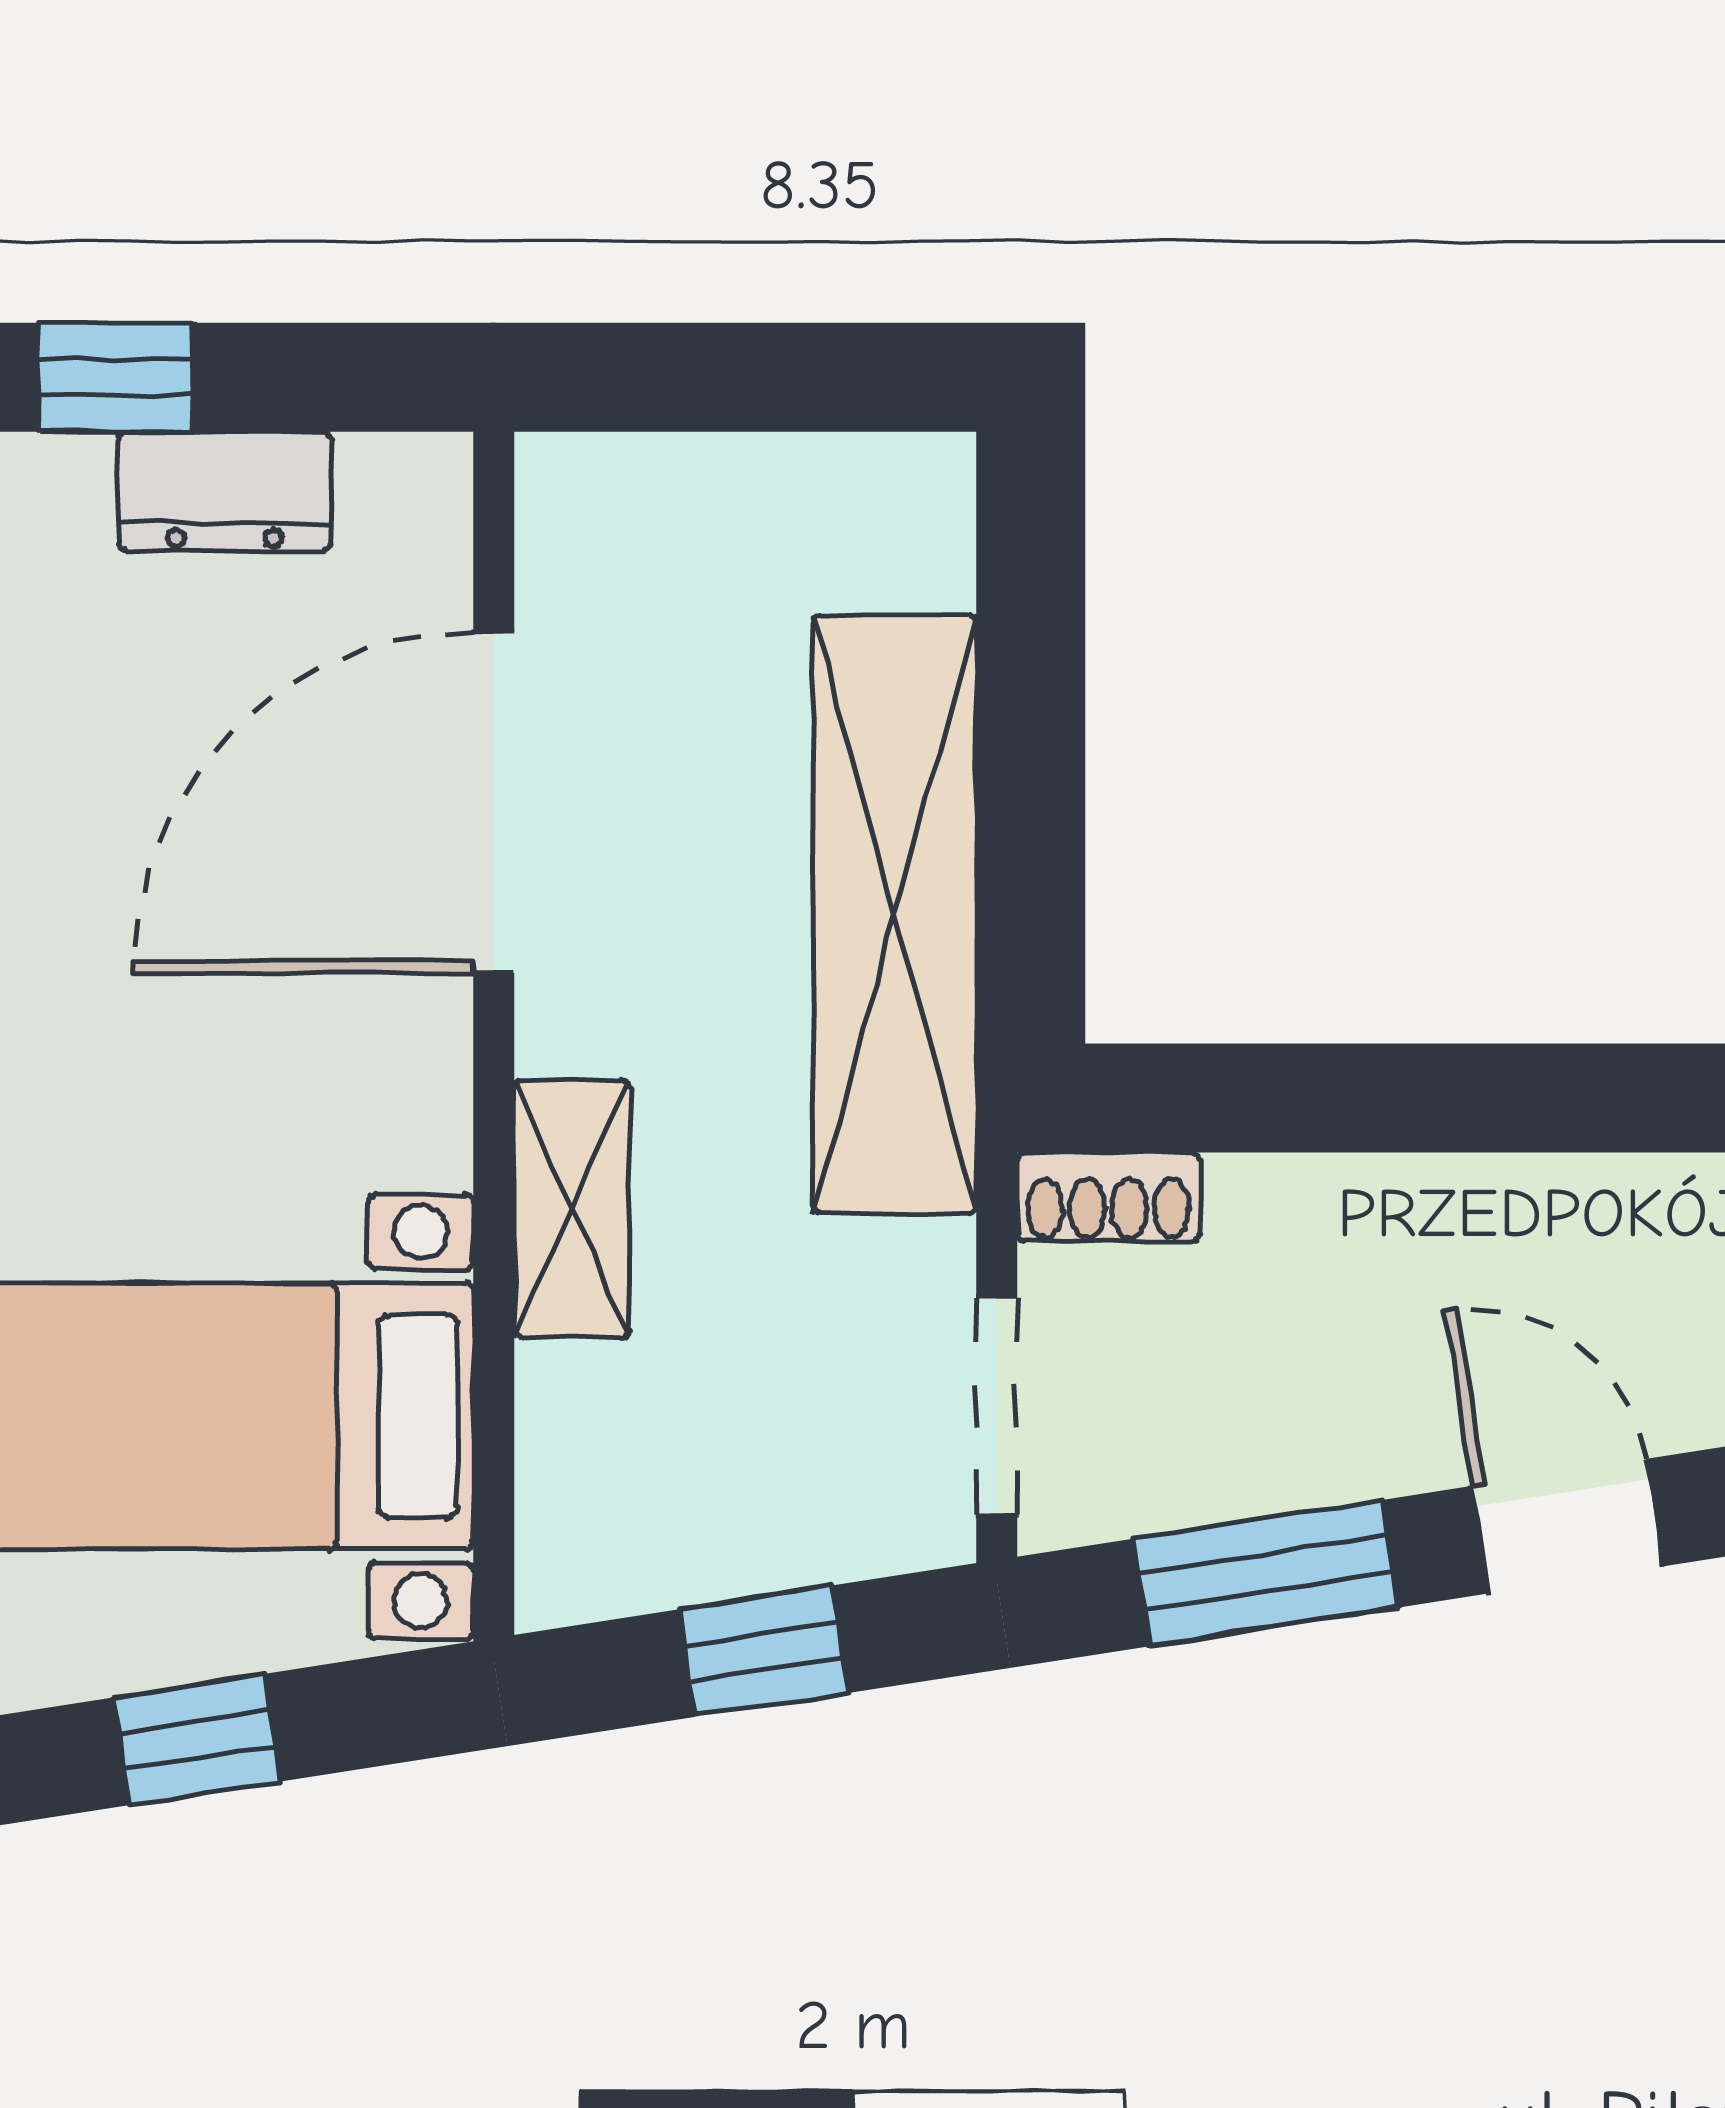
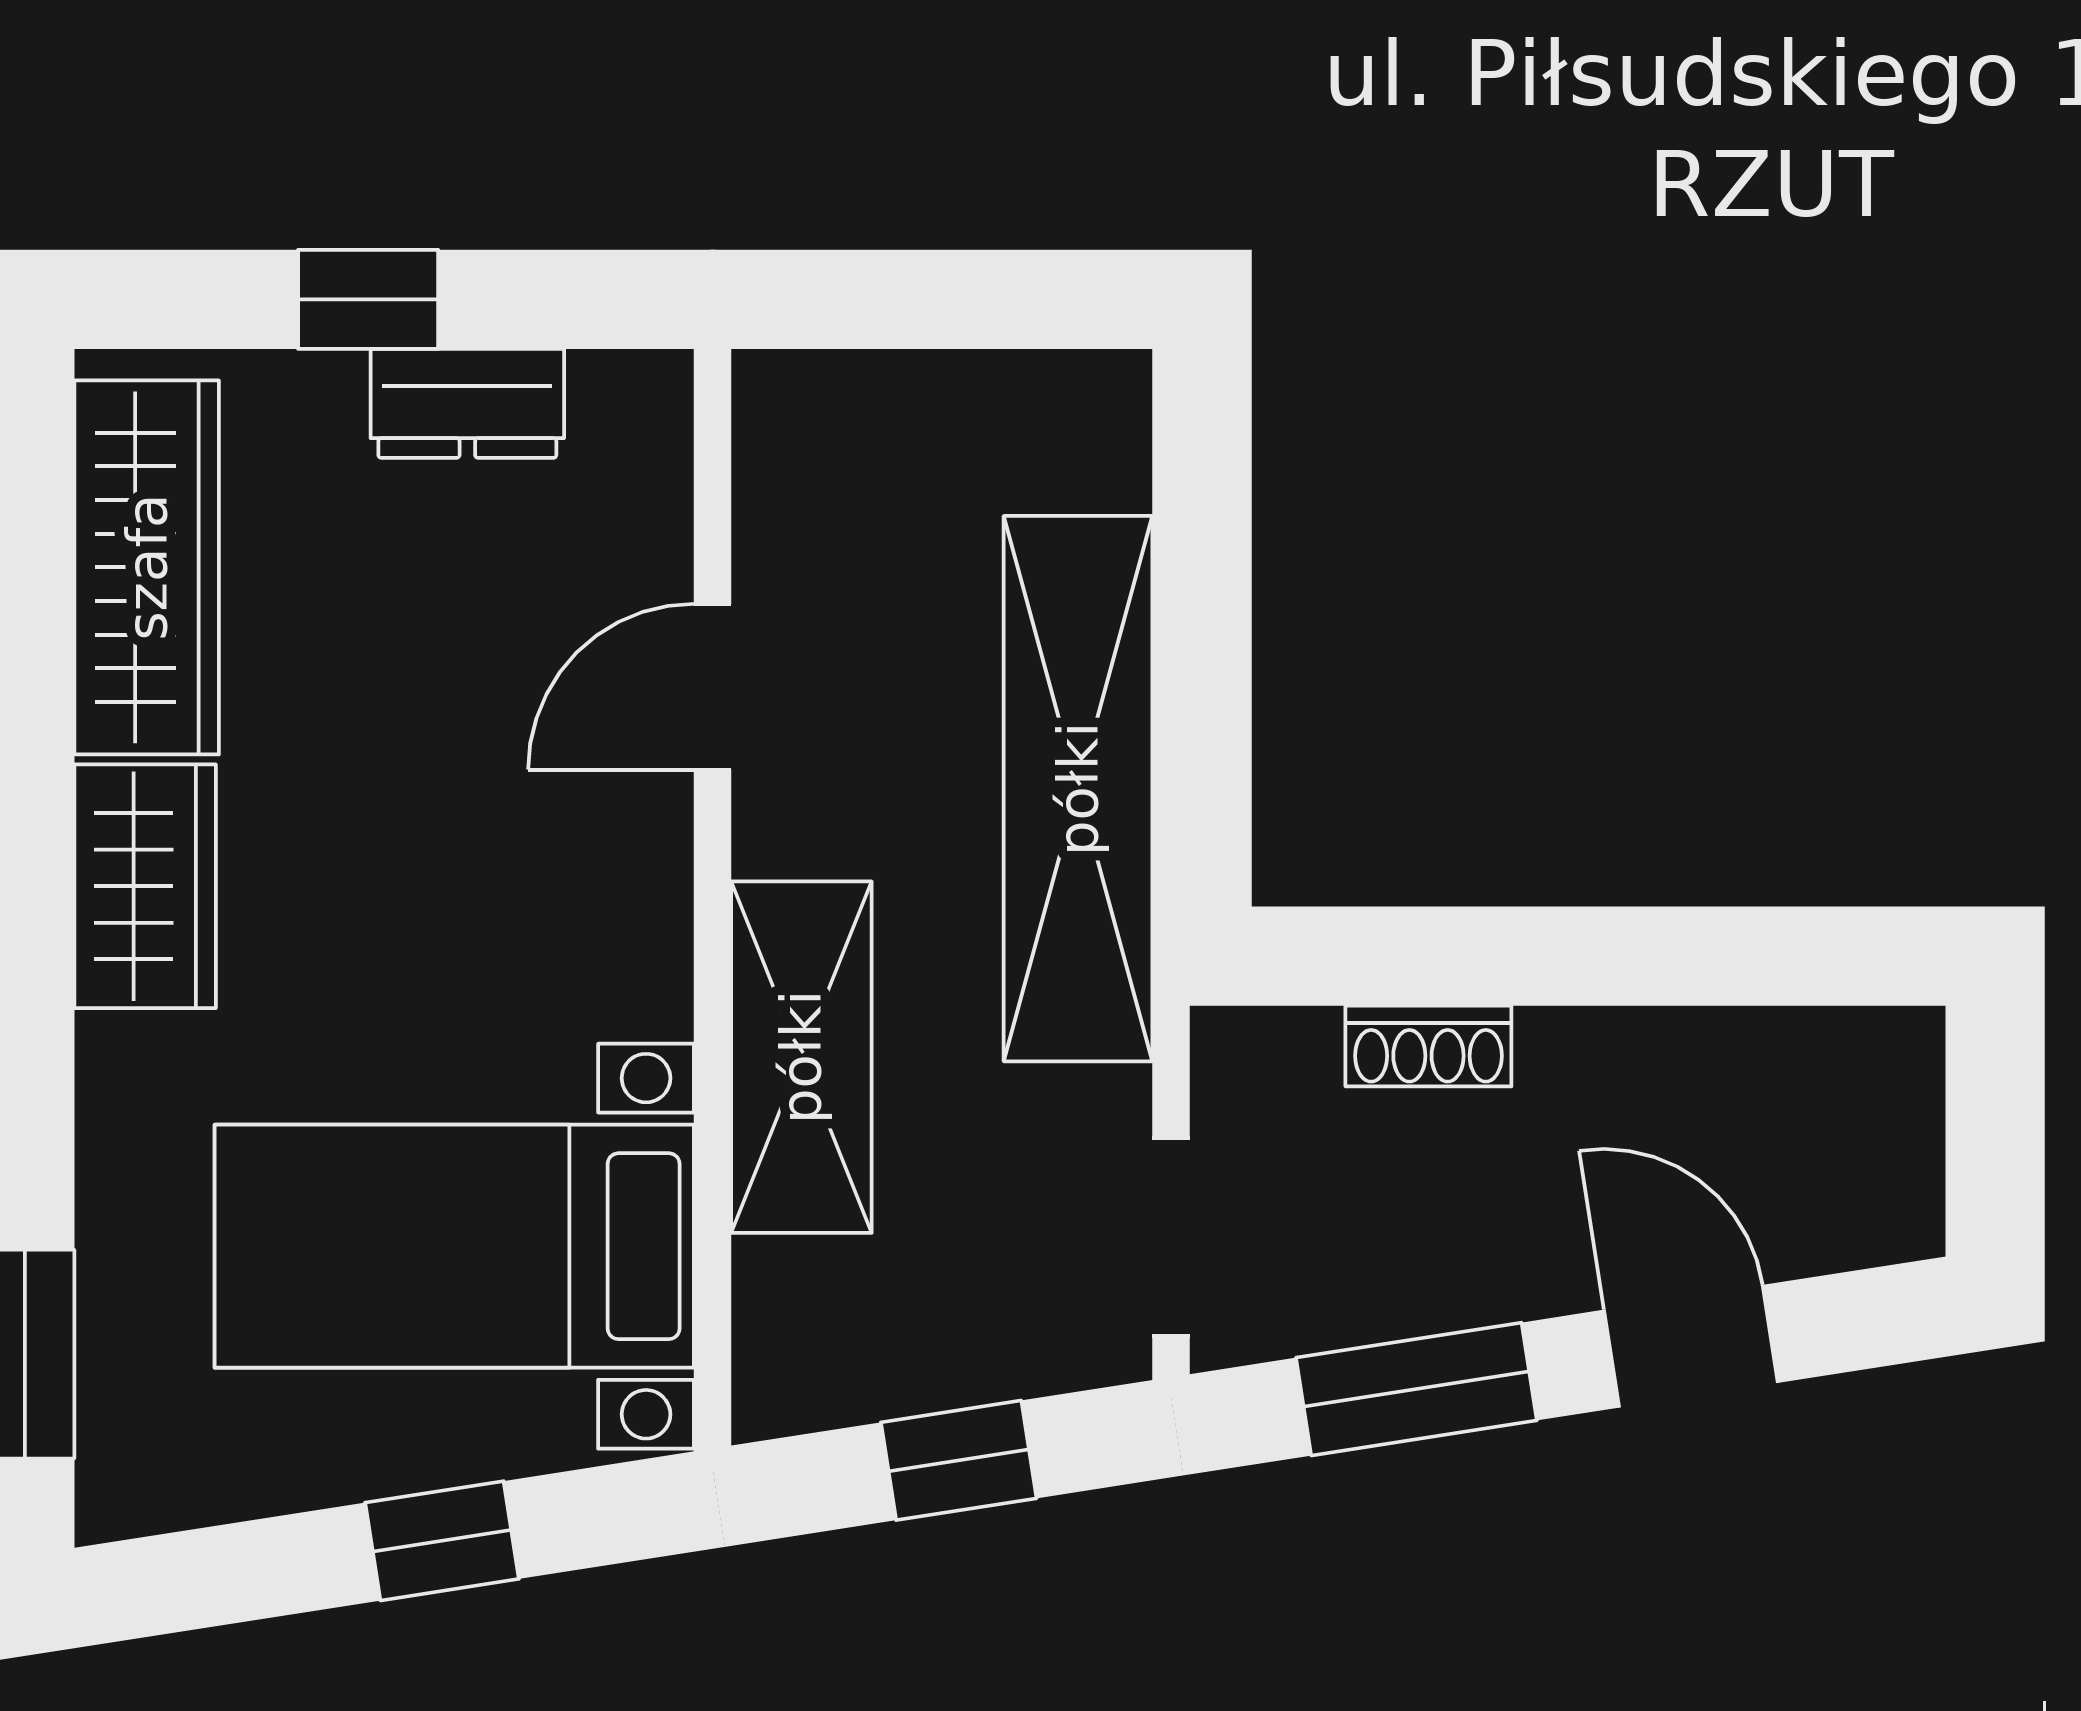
door: (494, 802) -> (713, 687), width x0.53
shoe rack: (1108, 1197) -> (1428, 1046), moved
shelving: (572, 1209) -> (801, 1057), width x1.50, depth x1.33

